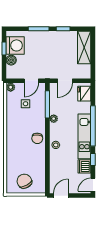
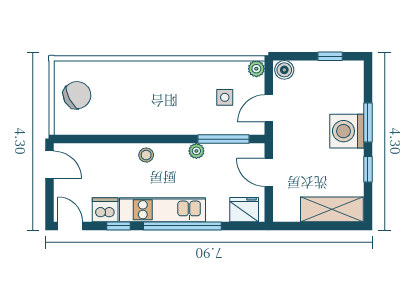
washing machine: (15, 45) -> (347, 131), moved, turned 90
boiler: (11, 60) -> (284, 70), moved
door: (31, 81) -> (269, 108), hinge flipped
chair: (37, 138) -> (159, 120), removed

